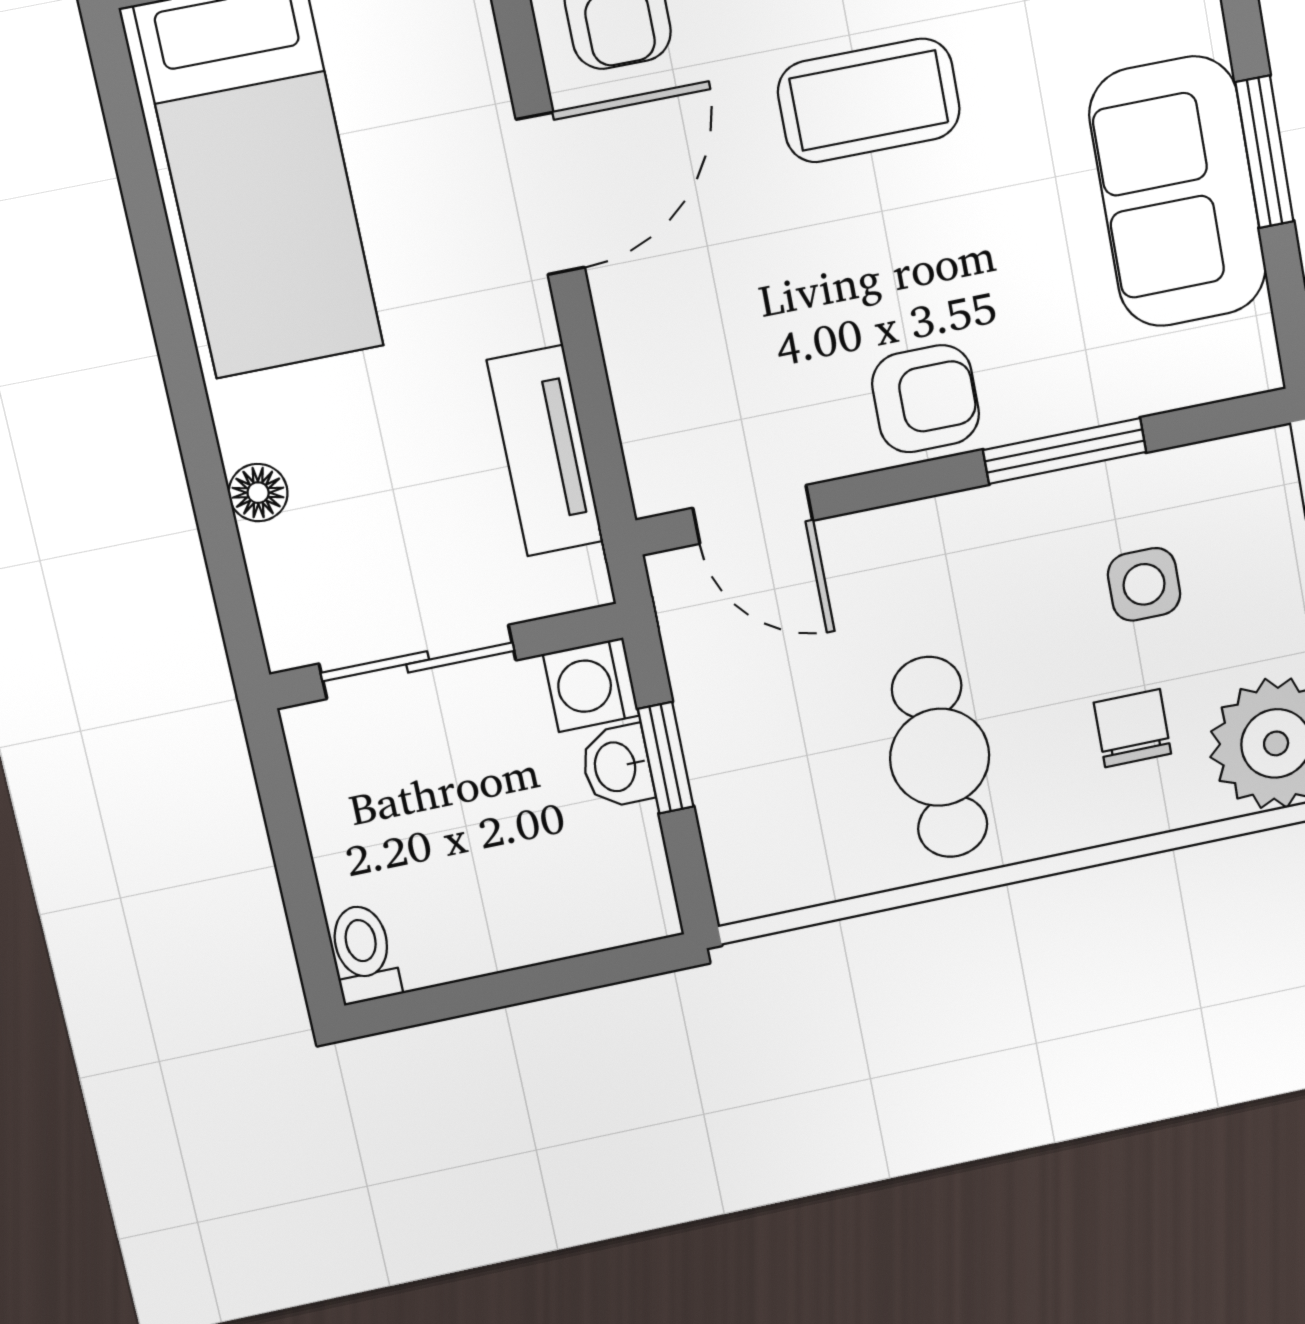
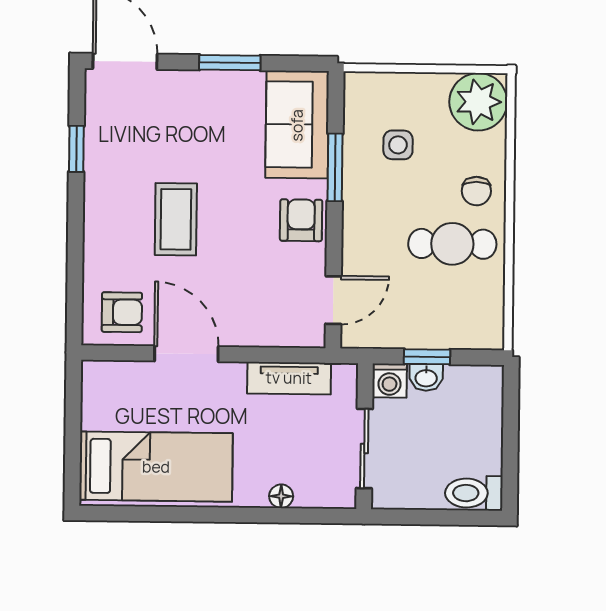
sofa: (1178, 192) -> (297, 125), moved, turned 90
chair: (1132, 728) -> (476, 191), moved, turned -90
toilet: (364, 953) -> (474, 493), width x1.37, depth x1.39

